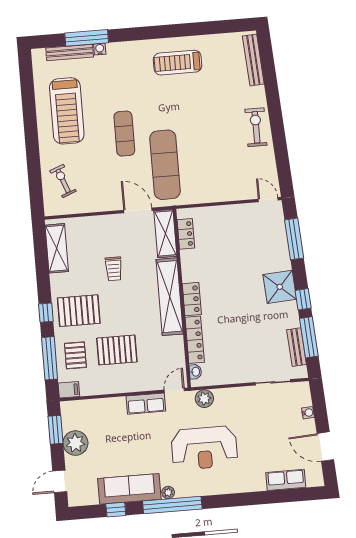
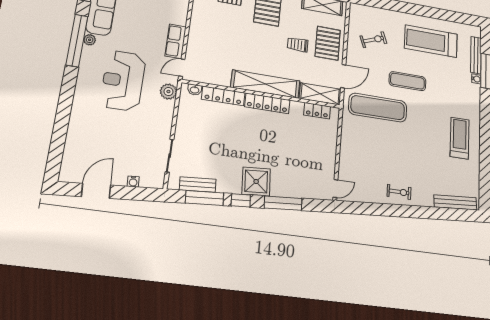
exercise bike: (256, 127) -> (399, 192), width x0.73, depth x0.72
exercise bike: (63, 181) -> (373, 40), moved
window: (294, 239) -> (283, 203), moved
locker: (192, 299) -> (267, 103), width x1.53
pallet: (117, 350) -> (328, 43), moved
door: (174, 390) -> (182, 68), swing flipped
row of seats: (286, 480) -> (73, 147), removed

